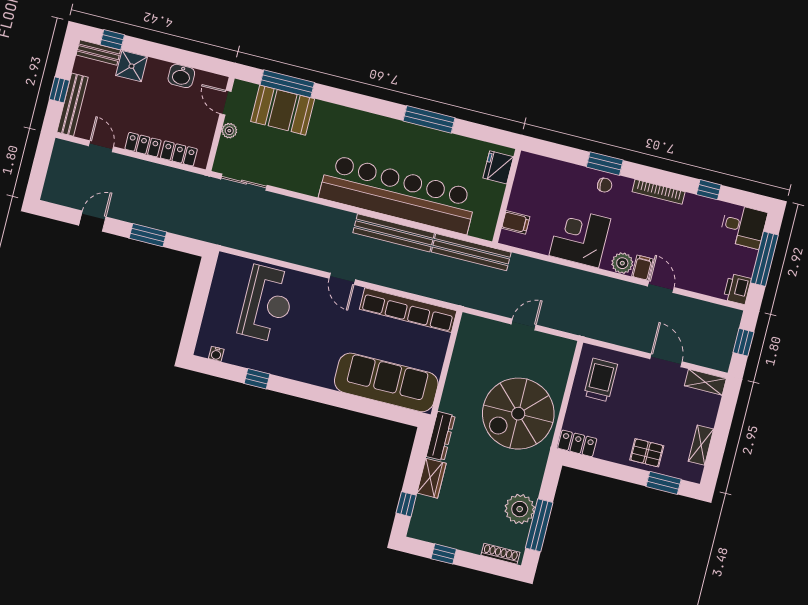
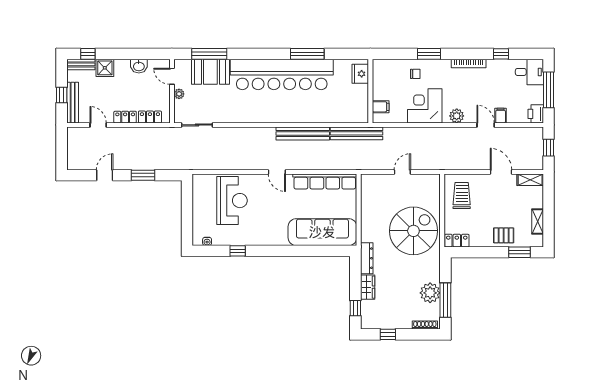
chair: (605, 185) -> (415, 74), moved
bar counter: (398, 194) -> (282, 74), moved, turned 180
filing cabinet: (642, 268) -> (501, 116), moved
spiral stairs: (518, 414) -> (413, 231), turned 180

